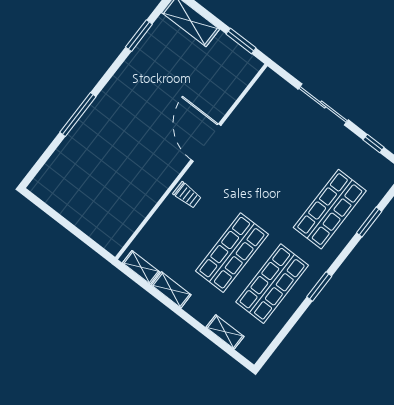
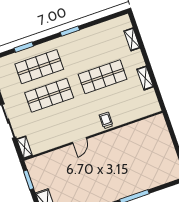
door: (206, 143) -> (79, 140), width x0.53
shelving: (141, 267) -> (25, 147), moved
shop shelf: (272, 284) -> (49, 95), moved

